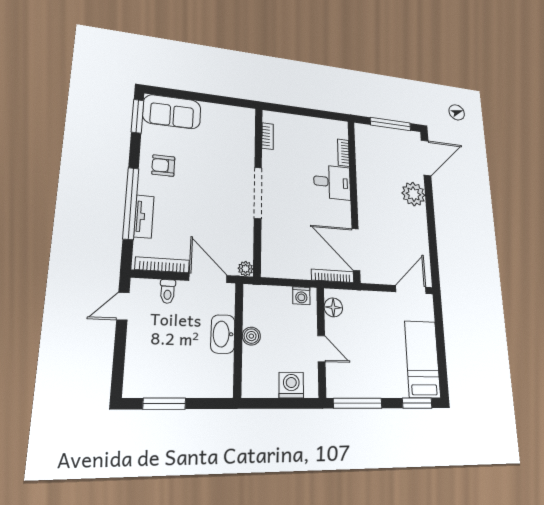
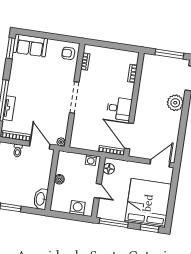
armchair: (163, 166) -> (68, 53), moved
desk: (332, 182) -> (119, 109), moved
washbasin: (223, 334) -> (41, 199), moved
bed: (422, 359) -> (148, 203), width x2.04

